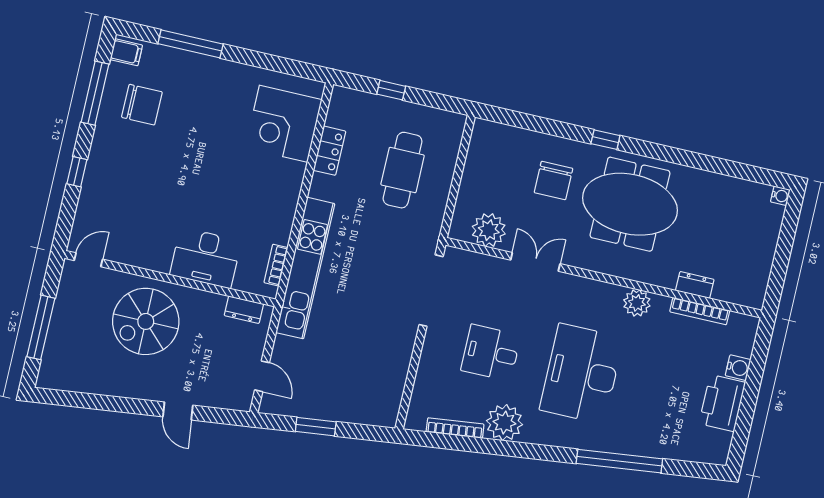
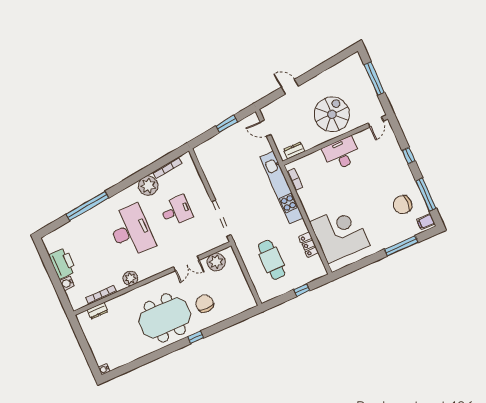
corner desk: (284, 124) -> (340, 233), width x1.36, depth x1.36
desk: (206, 258) -> (341, 154), moved
dresser: (695, 285) -> (98, 311), moved

